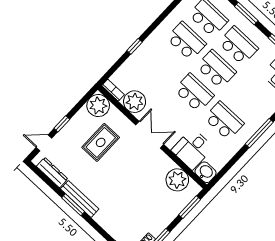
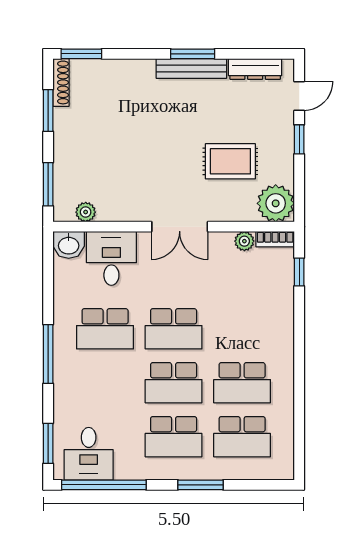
window: (135, 46) -> (299, 272), moved
plant: (135, 102) -> (244, 241), width x0.53, depth x0.53
rug: (101, 142) -> (230, 161), turned 90
plant: (177, 180) -> (86, 212), width x0.53, depth x0.53

